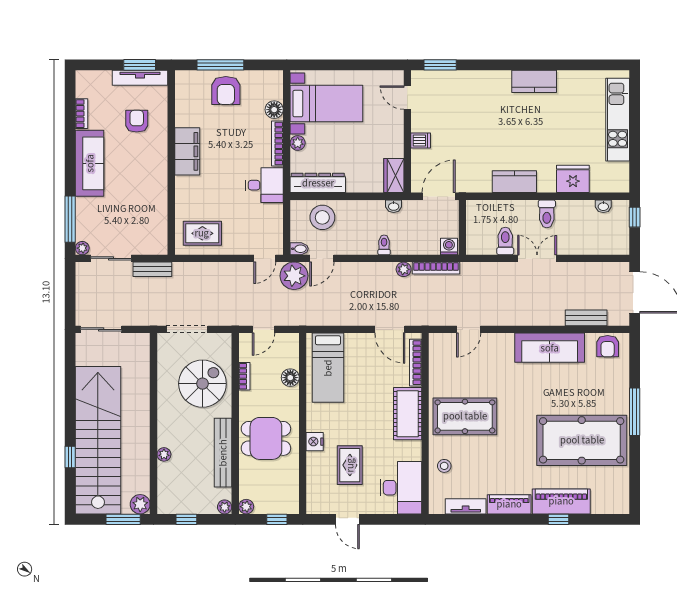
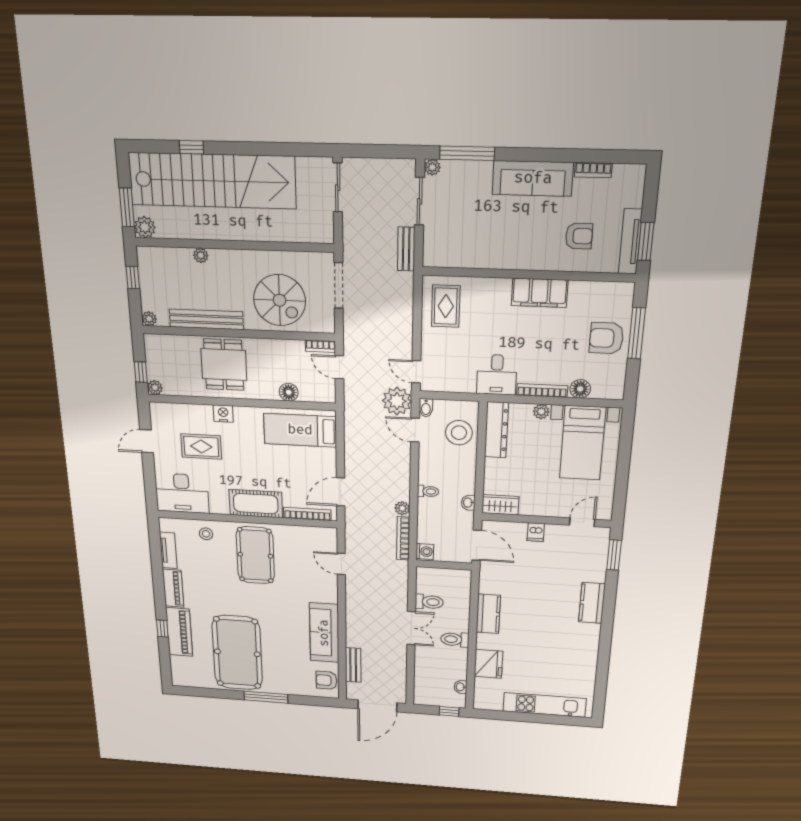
kitchen counter: (534, 81) -> (592, 603), moved
bookcase: (244, 376) -> (320, 346), moved
plant: (246, 507) -> (155, 387), moved

